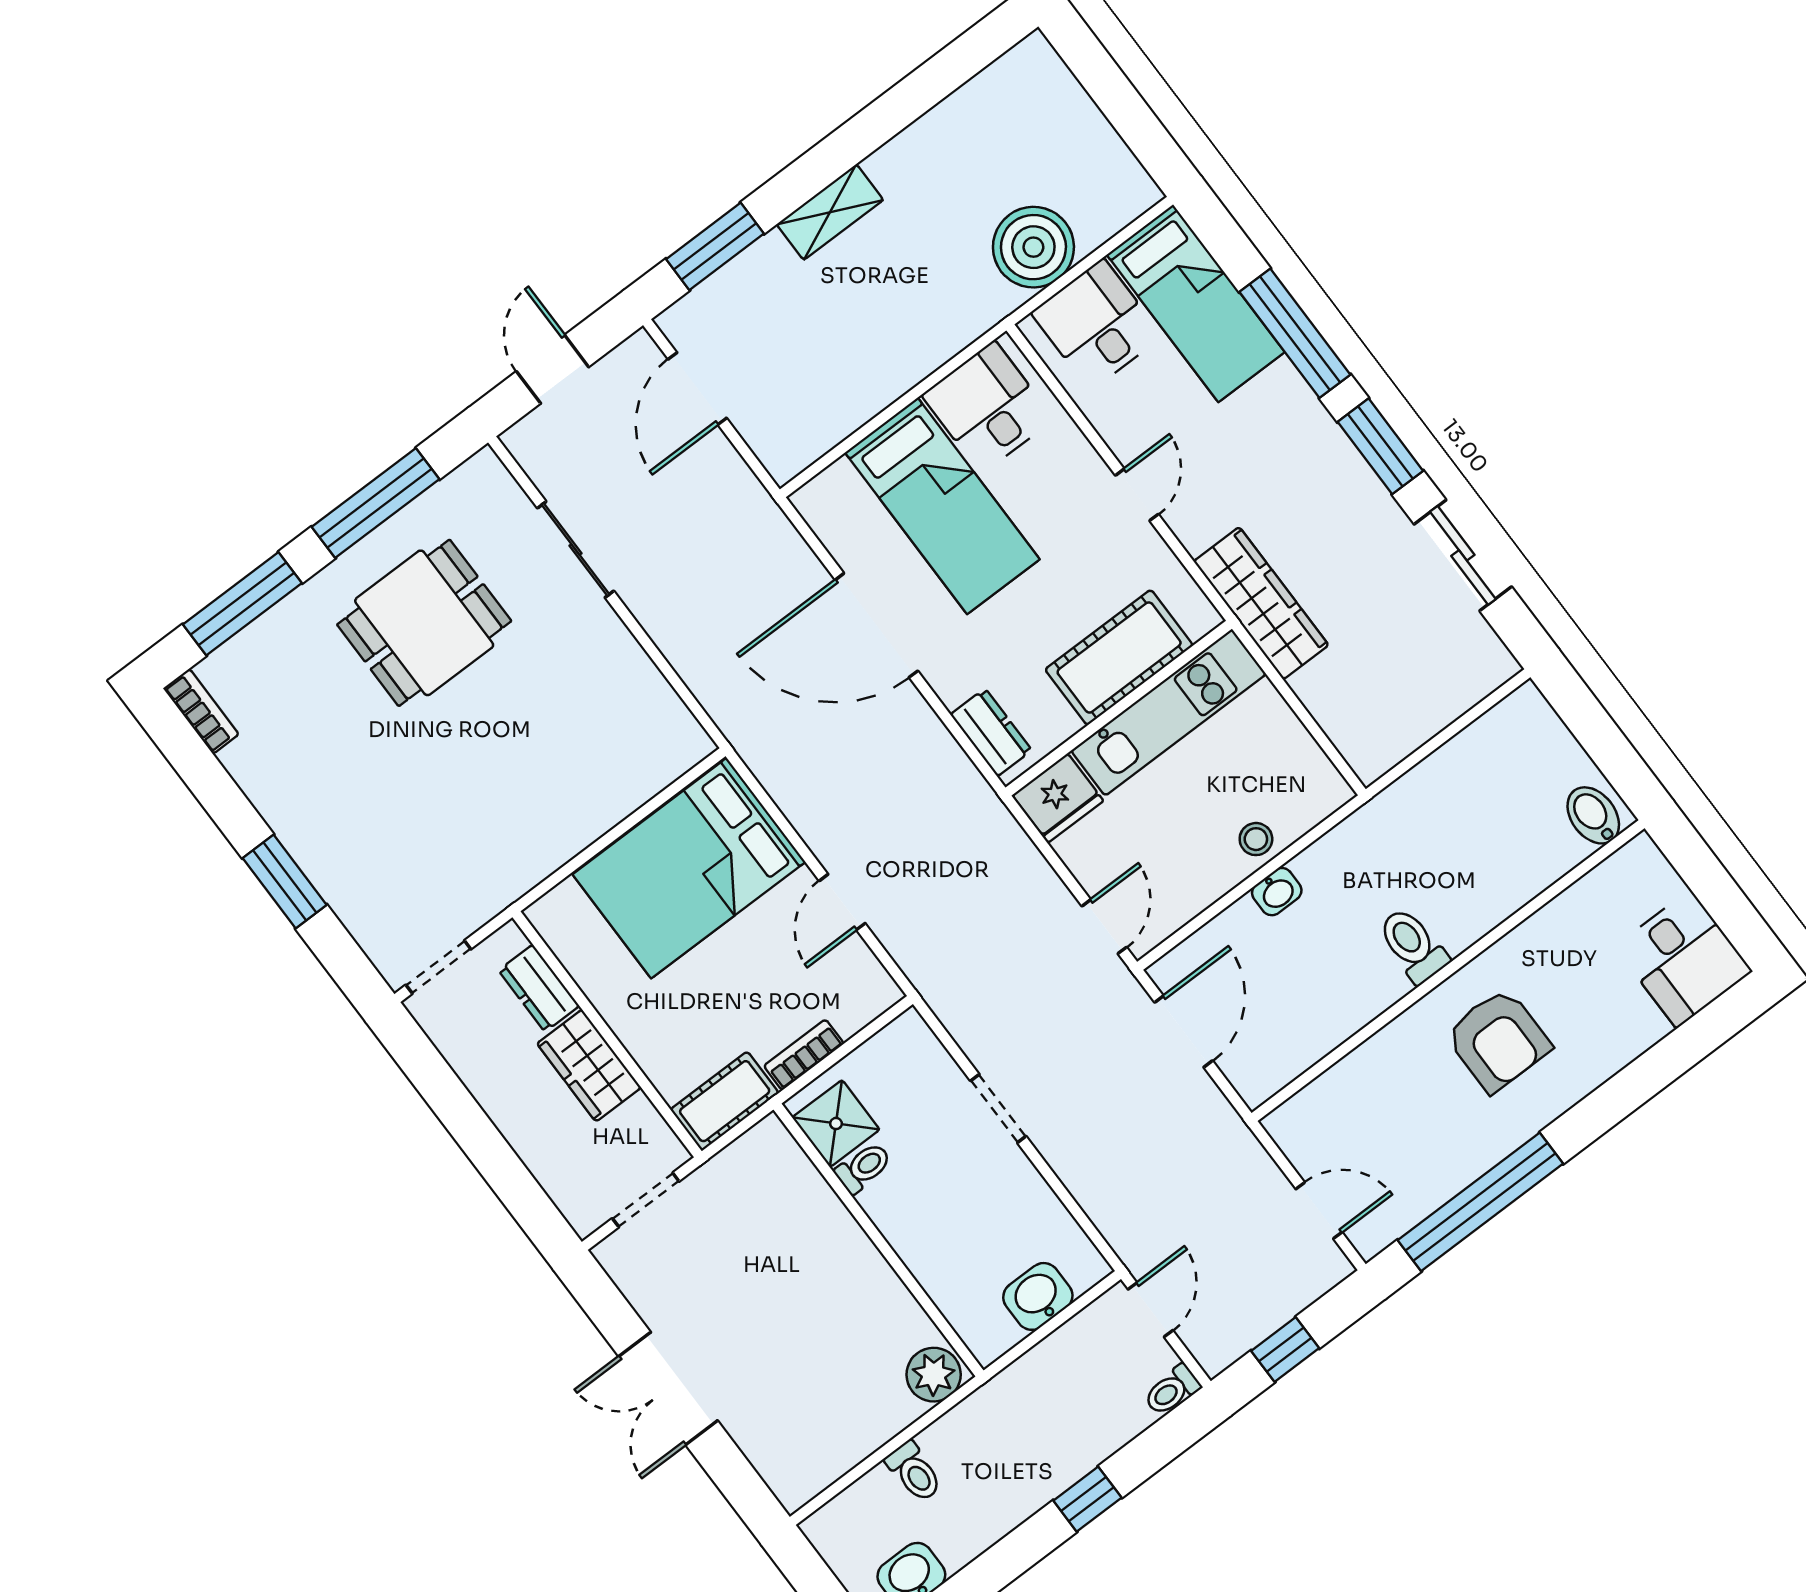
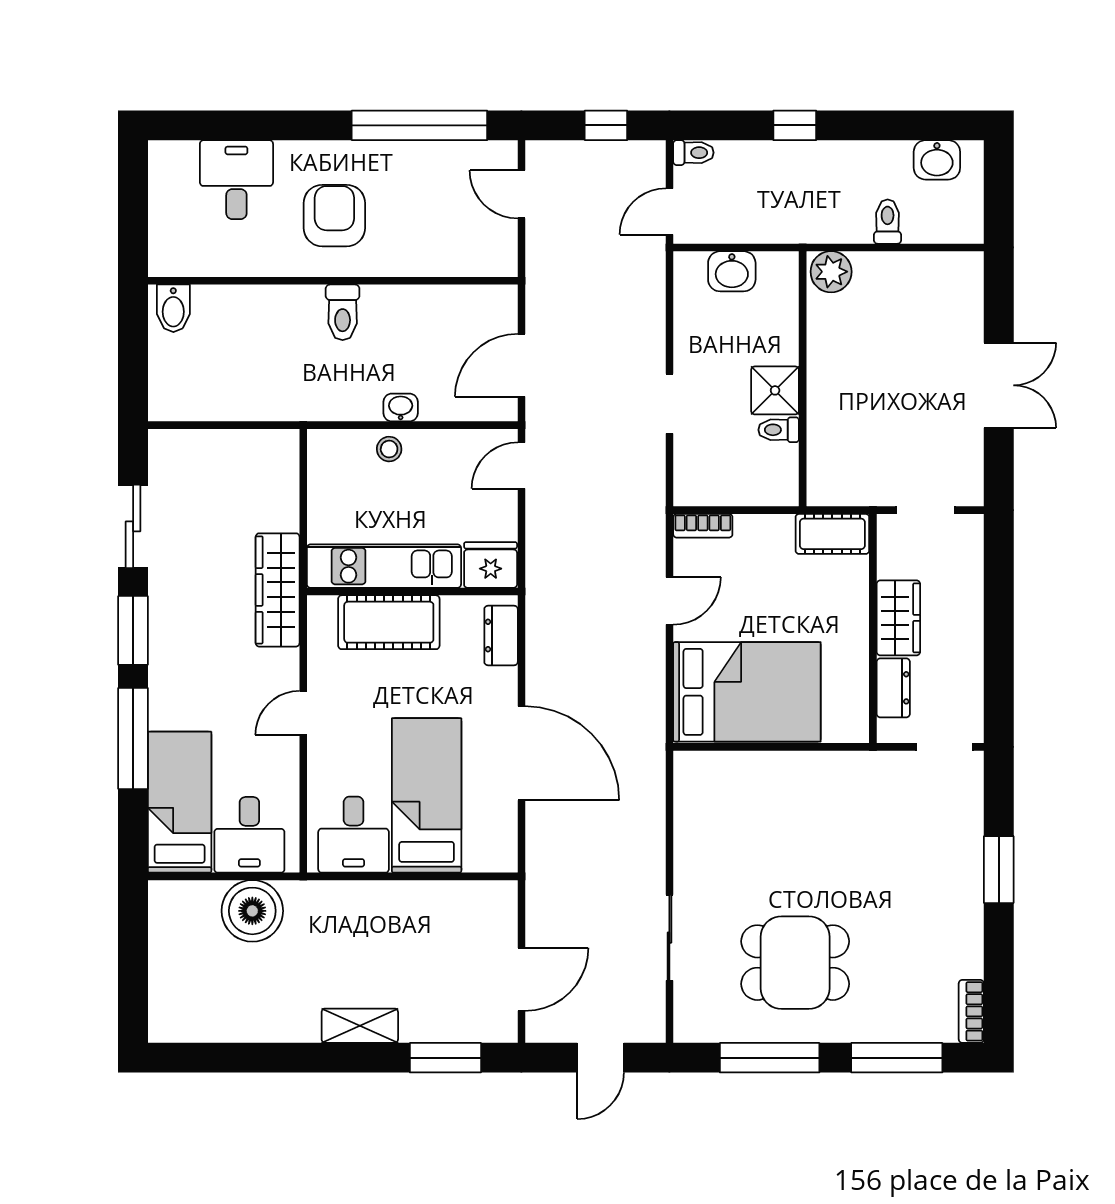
desk: (1684, 959) -> (236, 180), moved
bookcase: (804, 1055) -> (703, 526), moved
shower: (836, 1124) -> (775, 390), moved

